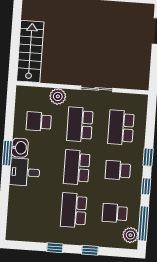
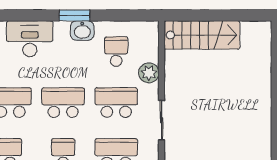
desk: (25, 172) -> (30, 39), moved, width x1.37

